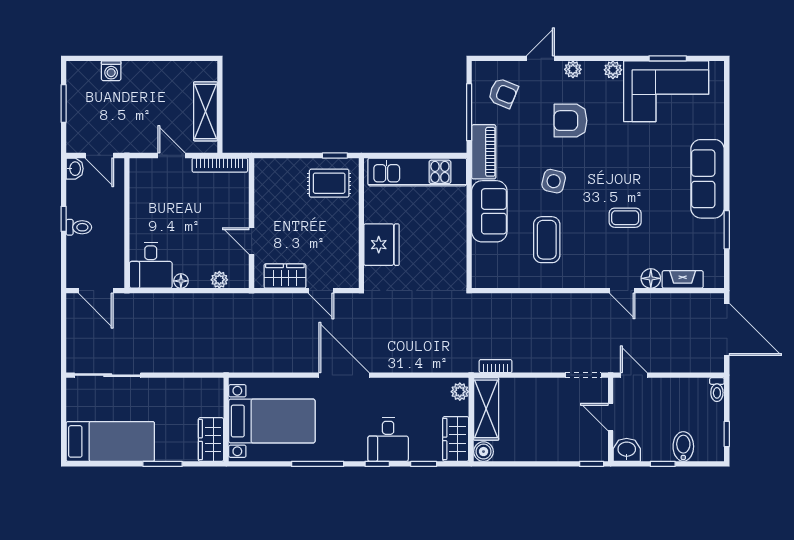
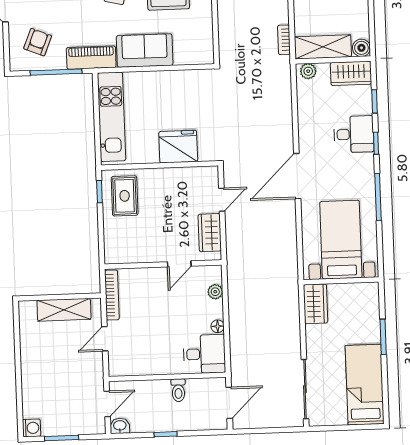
washing machine: (111, 71) -> (32, 428), moved
toilet: (79, 227) -> (178, 390), moved, turned 180
wardrobe: (211, 440) -> (316, 304), moved, turned -90

